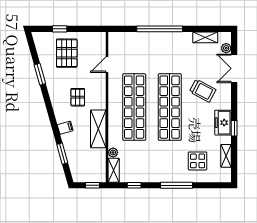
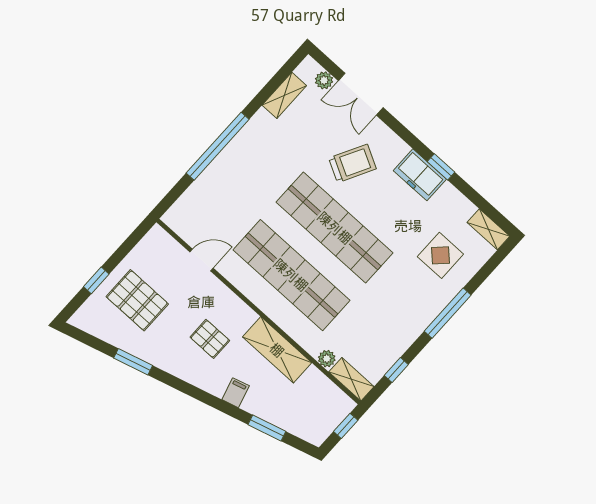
door: (107, 65) -> (202, 260), swing flipped
shelving: (226, 156) -> (488, 229), moved

